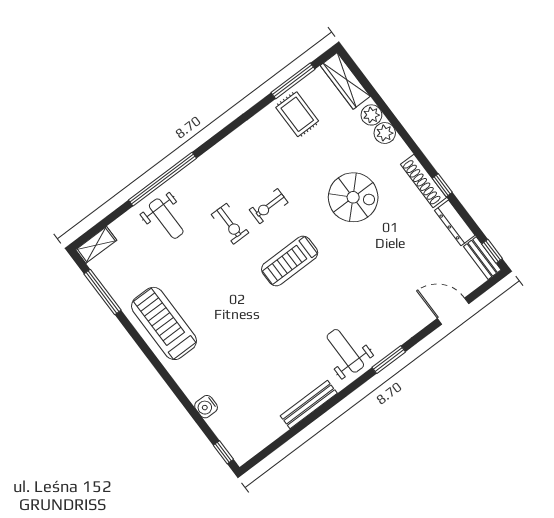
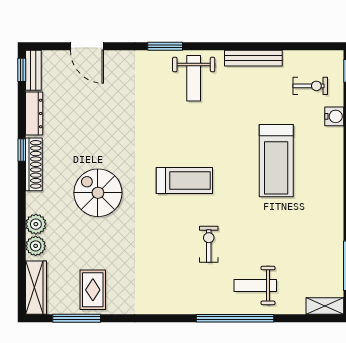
exercise bike: (269, 206) -> (310, 86), moved
weight bench: (166, 219) -> (255, 285), turned -90
treadmill: (164, 323) -> (276, 161), moved

